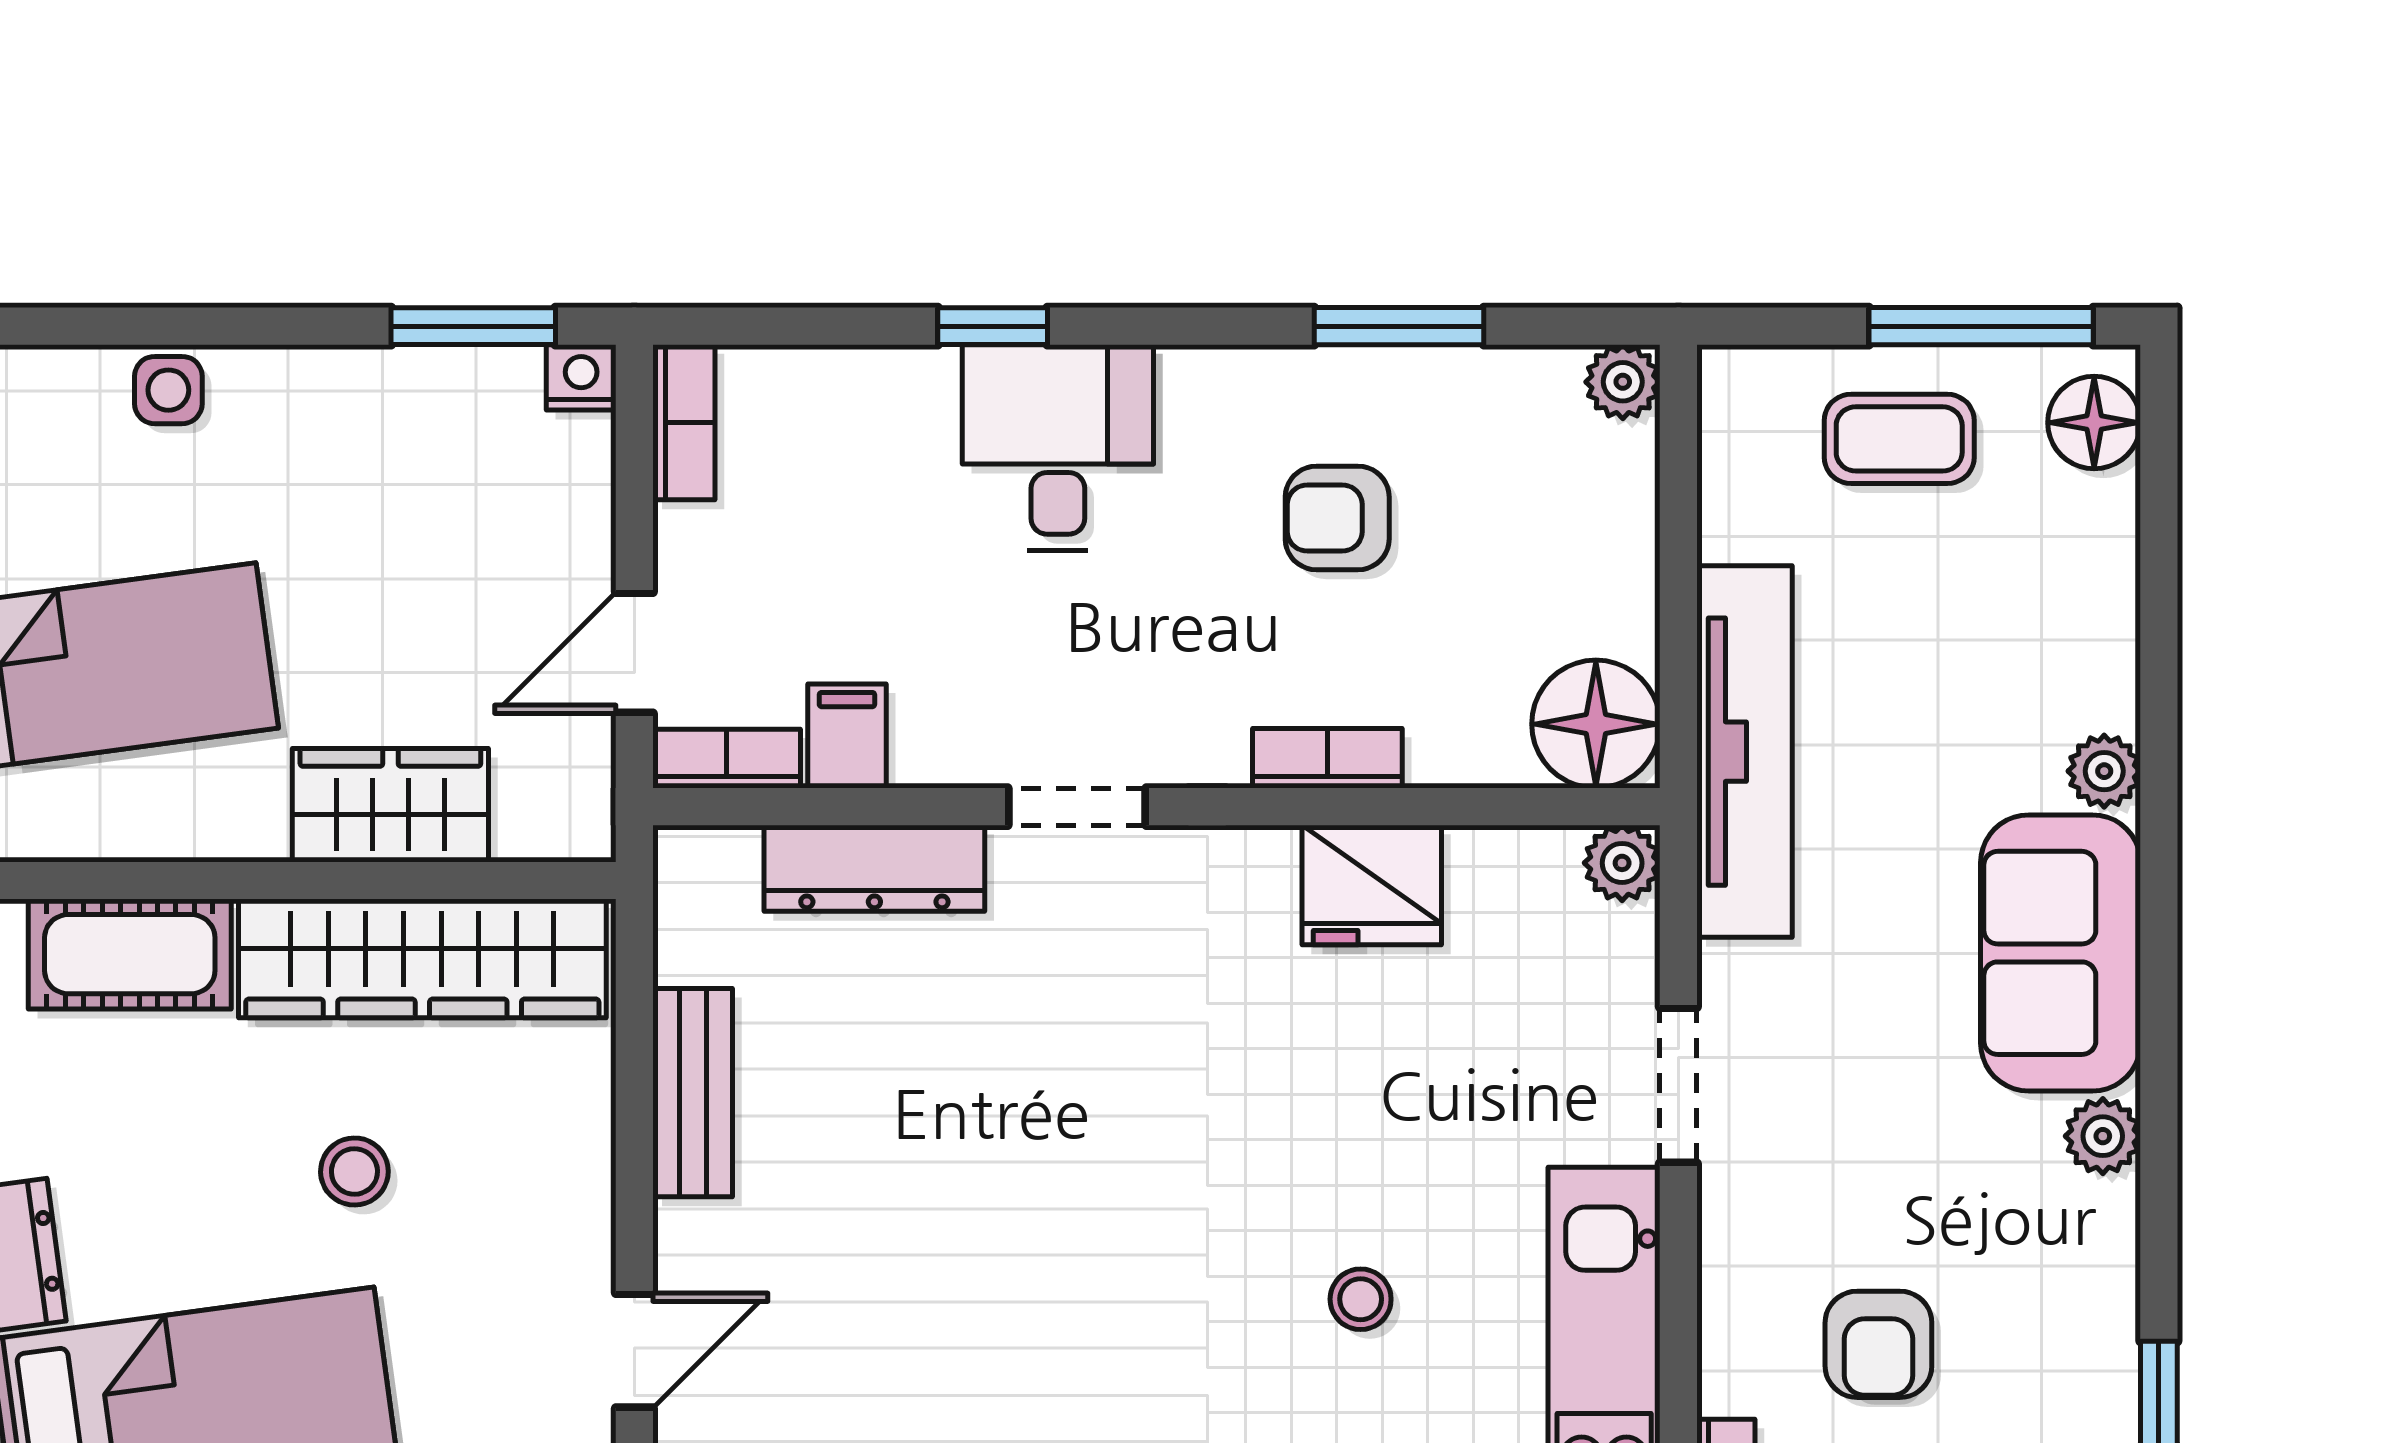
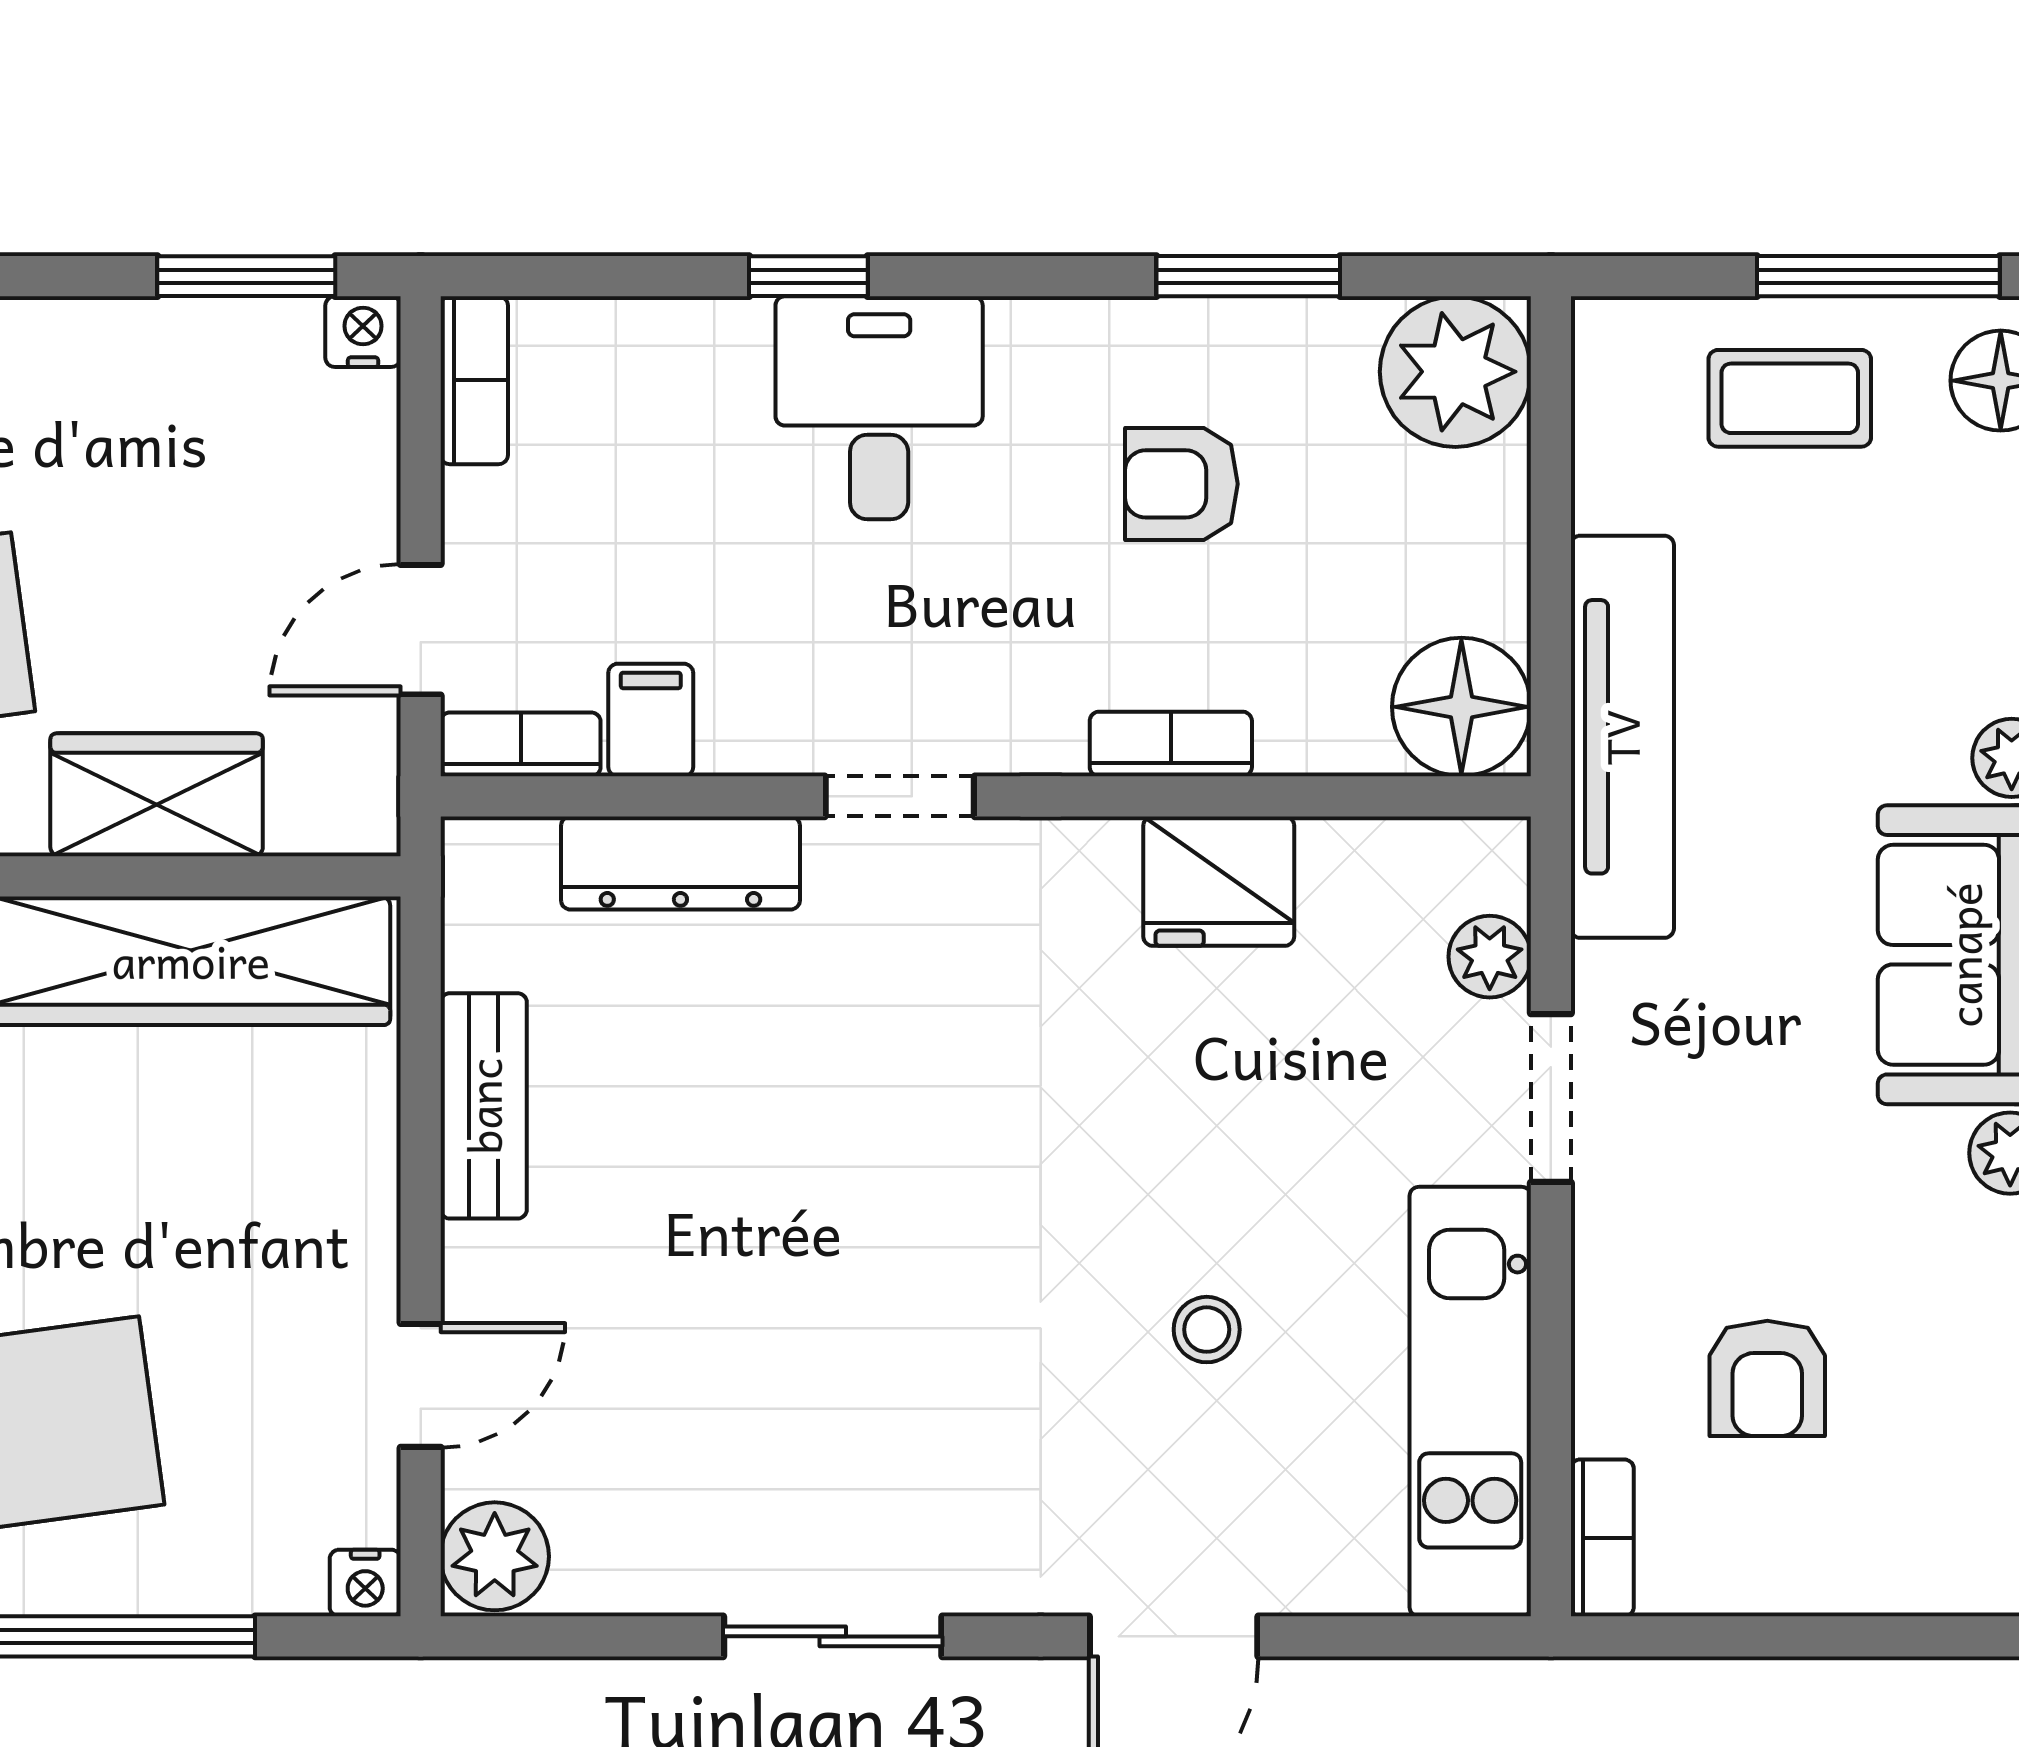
plant: (1623, 382) -> (1455, 372), width x1.88, depth x1.88
plant: (1622, 863) -> (1490, 957), moved
stool: (354, 1171) -> (118, 1191), removed

